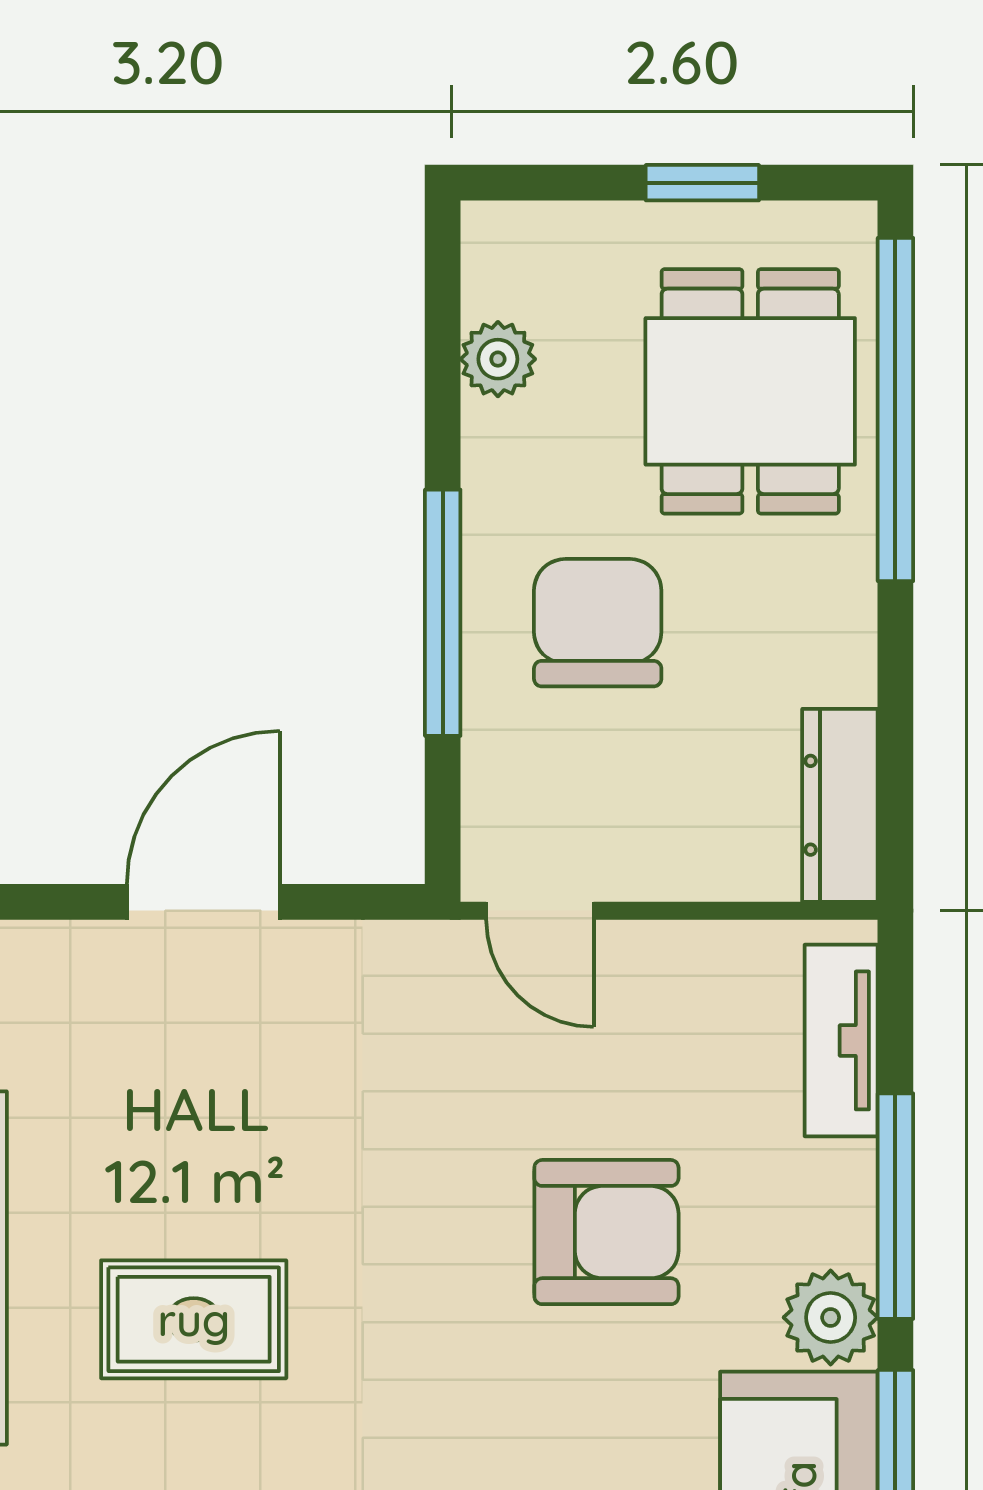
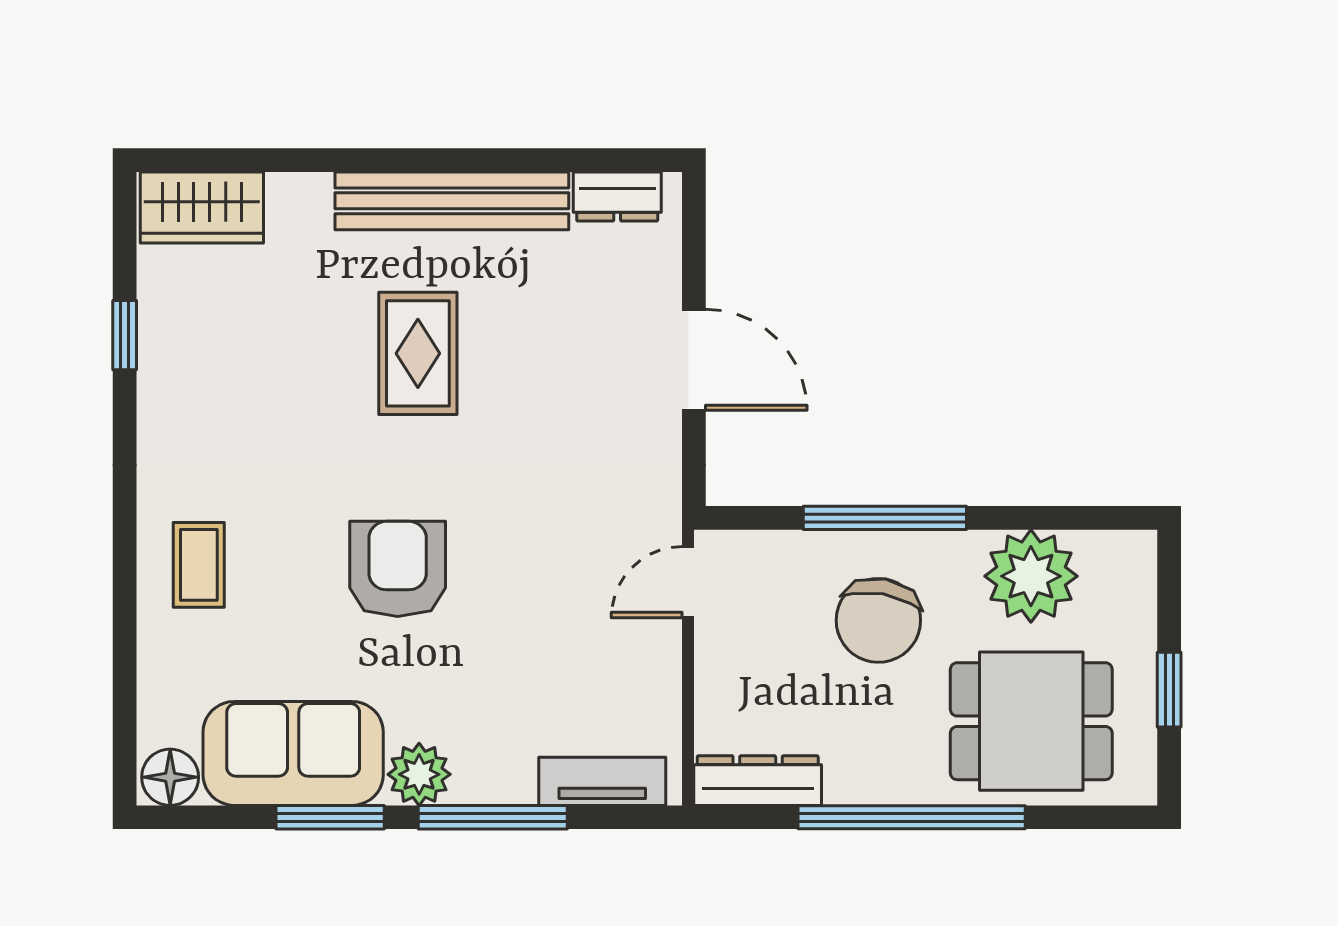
plant: (498, 359) -> (1031, 576), width x1.88, depth x1.88
window: (895, 410) -> (912, 817), moved
chair: (598, 623) -> (878, 620), turned 100
armchair: (606, 1232) -> (398, 569), moved, turned 180

